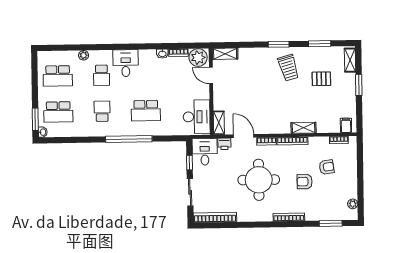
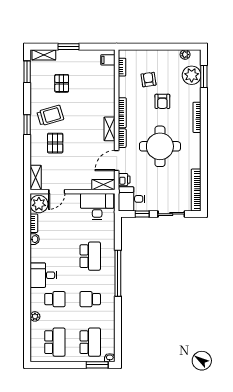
window: (320, 44) -> (27, 72), moved
pallet: (260, 73) -> (55, 143), added
shelving: (304, 128) -> (110, 129), moved
plant: (332, 211) -> (192, 75), added

